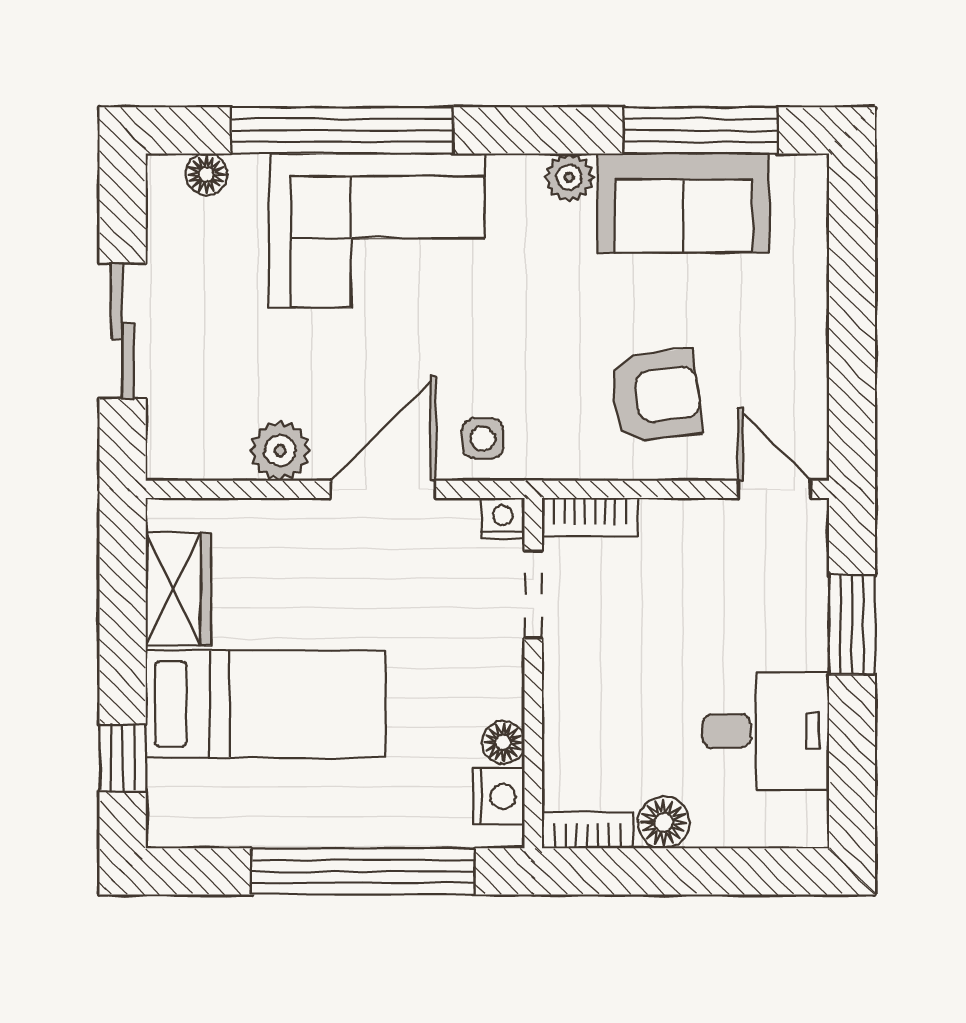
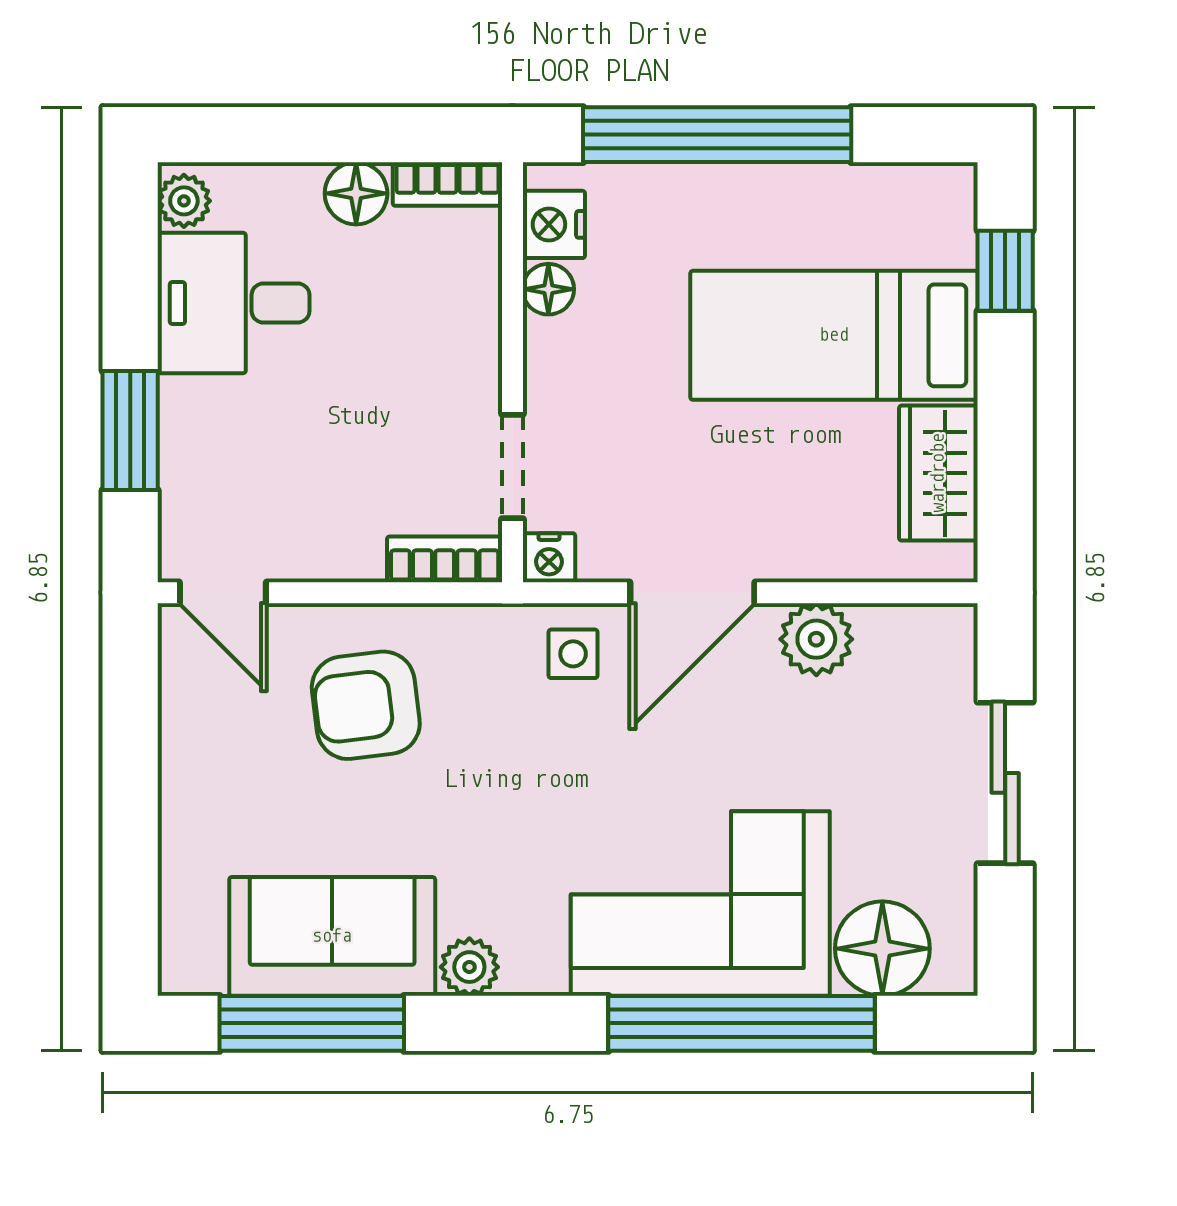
floor lamp: (206, 174) -> (882, 949), width x1.89, depth x1.89
plant: (807, 816) -> (184, 201), added

